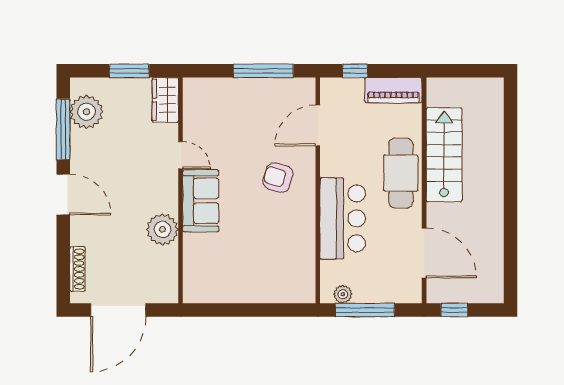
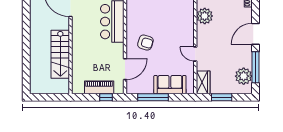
piano: (393, 90) -> (99, 87), moved
cafe table: (401, 173) -> (82, 45), removed
door: (63, 194) -> (255, 34), hinge flipped
sofa: (201, 201) -> (170, 85), moved, turned 90

